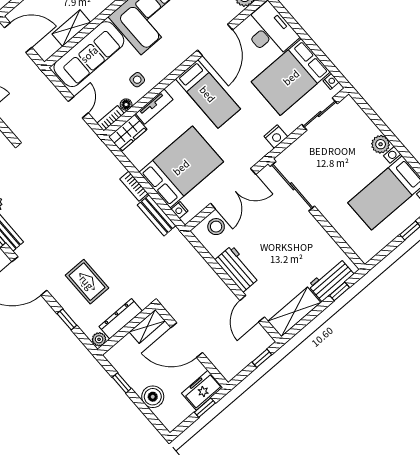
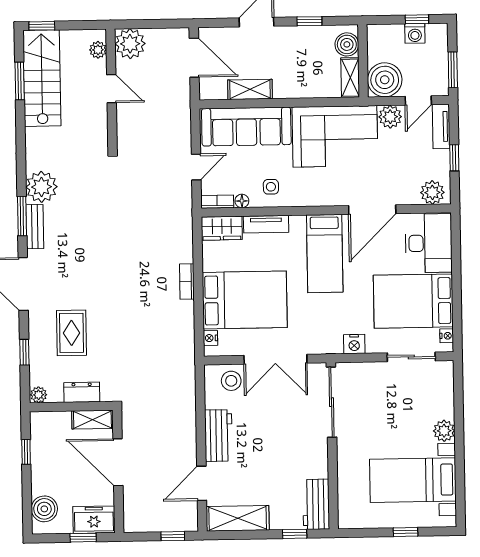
bench: (157, 215) -> (185, 325), removed
workbench: (331, 280) -> (316, 504), moved, turned -90
dresser: (121, 319) -> (82, 392), width x0.70
boiler: (153, 397) -> (44, 509), moved

